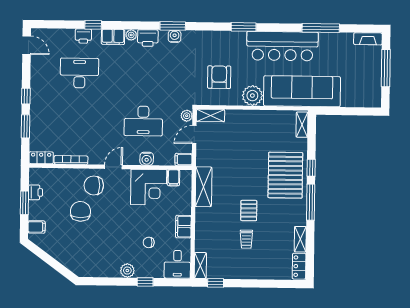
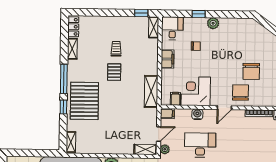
chair: (94, 186) -> (240, 92), turned -90

